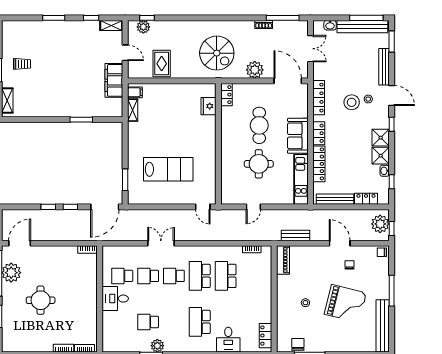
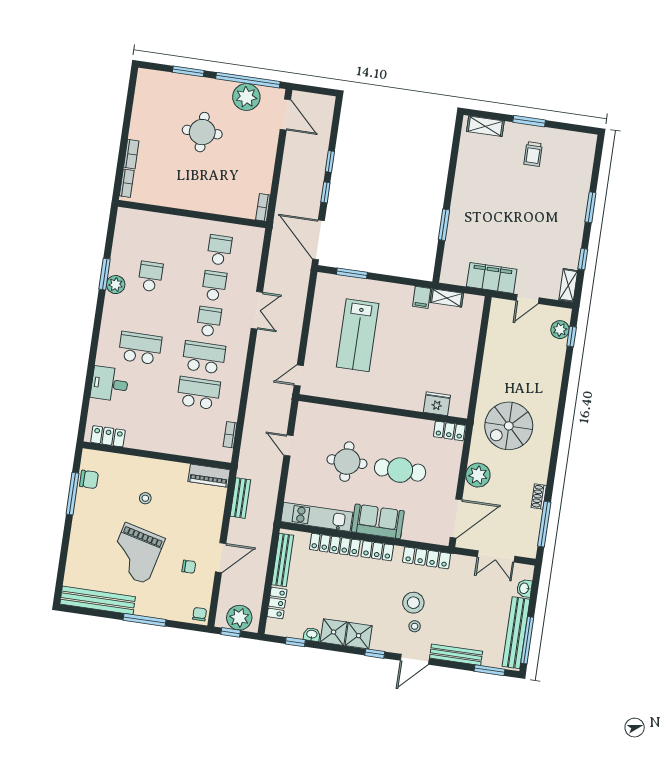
rug: (162, 64) -> (505, 347), removed
filing cabinet: (135, 92) -> (422, 297), moved
desk: (115, 299) -> (189, 236), removed

